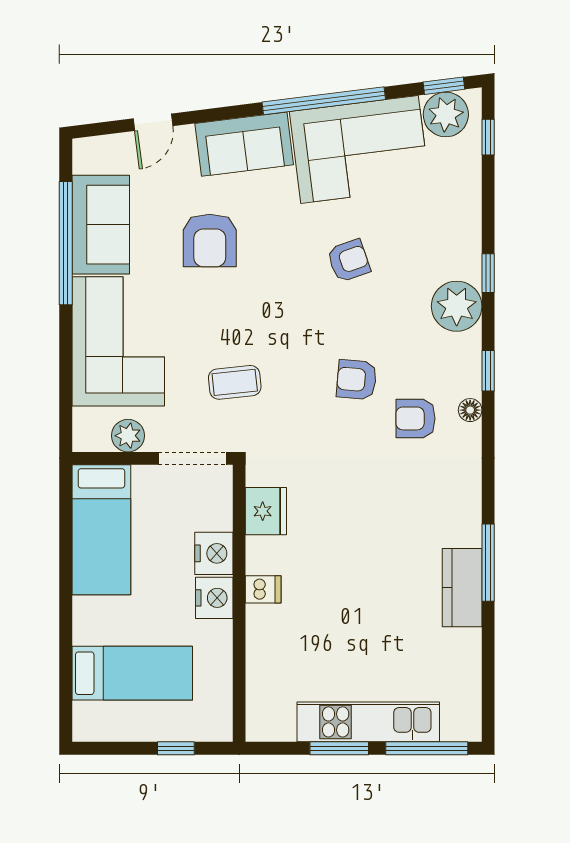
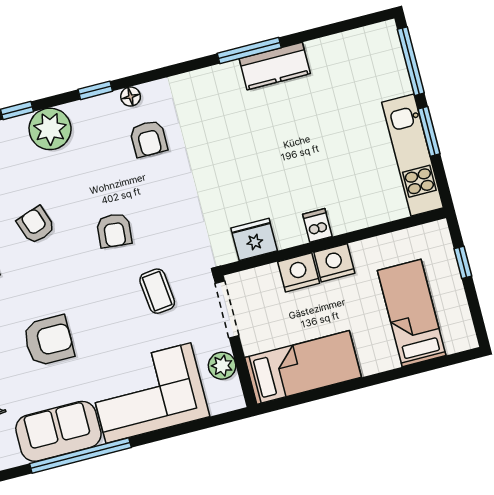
armchair: (357, 380) -> (114, 230), moved
kitchen unit: (368, 722) -> (413, 155), moved

